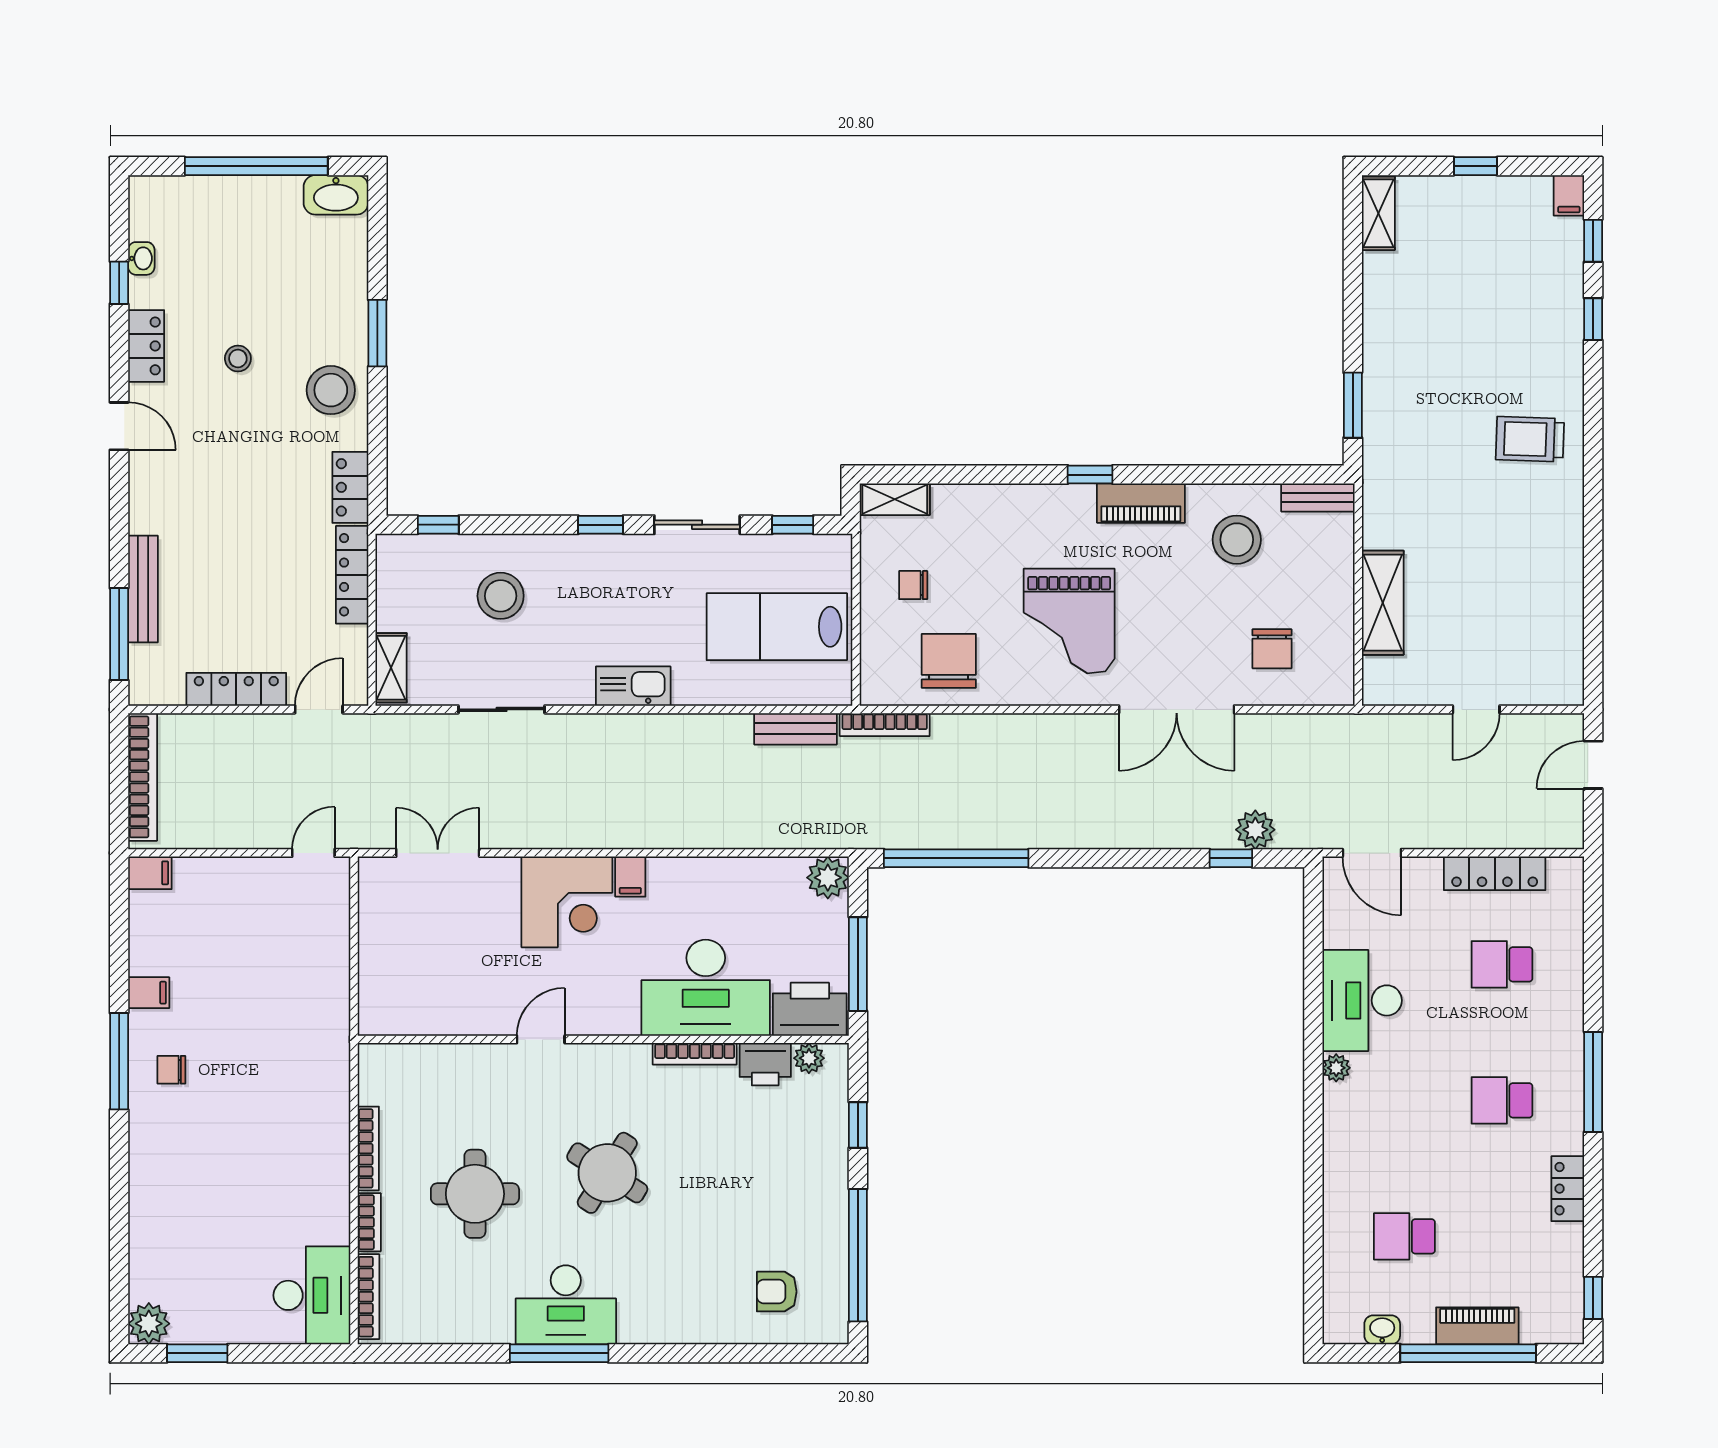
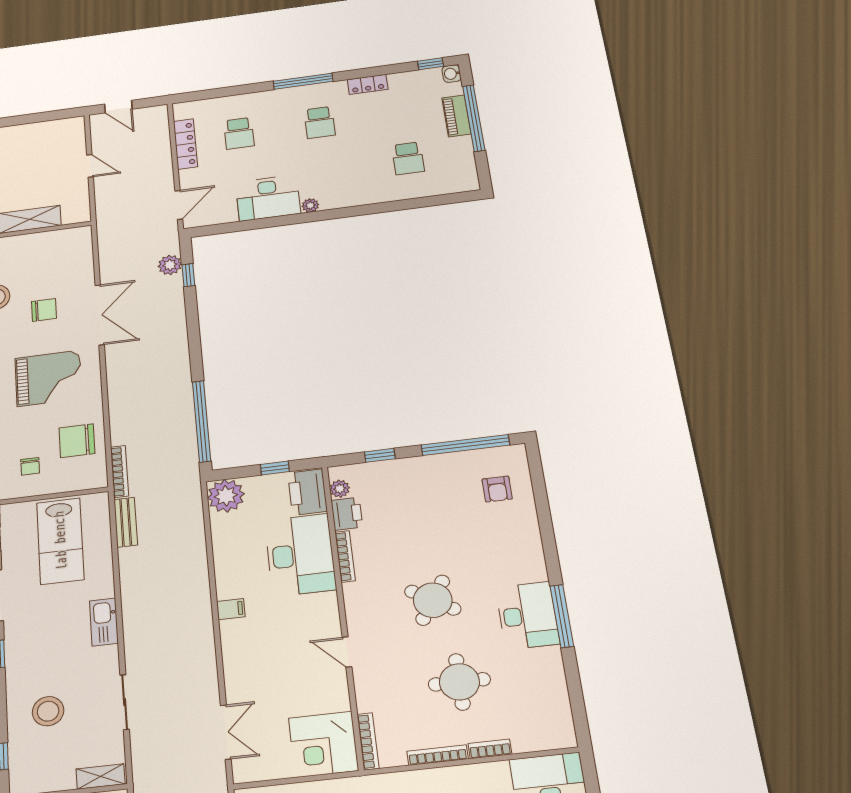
chair: (1272, 649) -> (44, 310), moved
double door: (438, 853) -> (226, 732), swing flipped
plant: (828, 878) -> (226, 496), width x1.36, depth x1.36
corner desk: (567, 902) -> (323, 744), moved, turned 180
window: (858, 964) -> (275, 468), width x0.46
bookcase: (368, 1297) -> (368, 741), moved, turned 90
washbasin: (1382, 1330) -> (452, 74), moved

